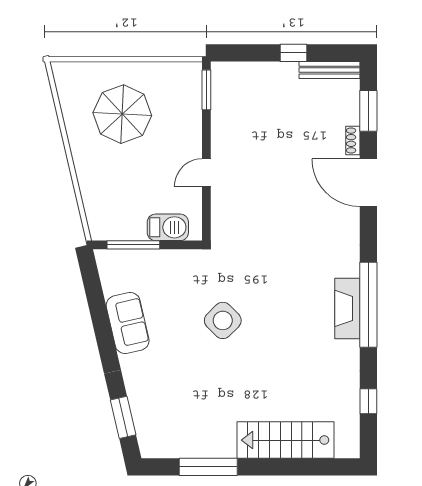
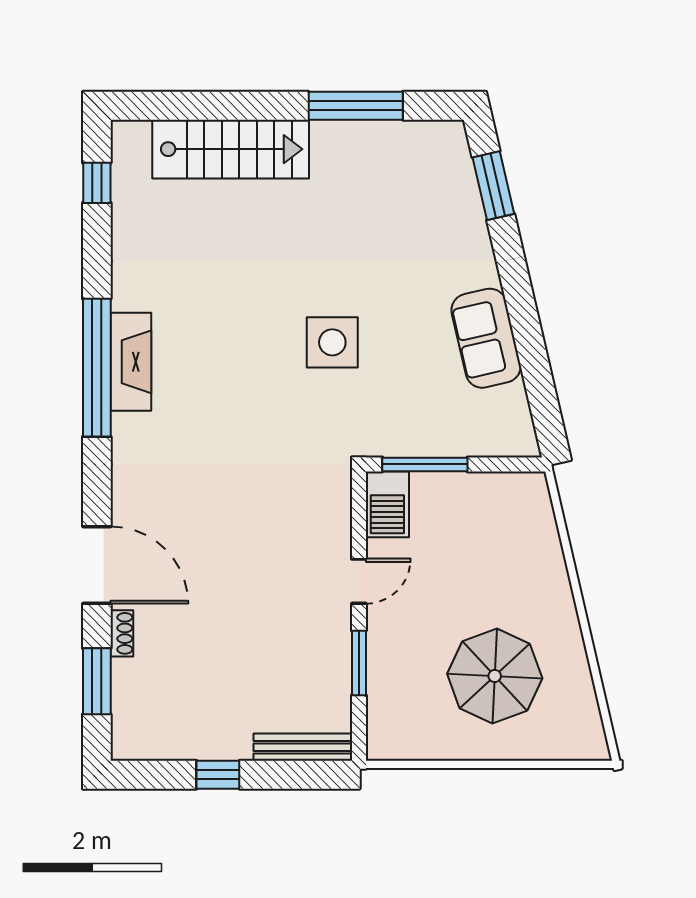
bench: (329, 70) -> (303, 747), moved
window: (206, 90) -> (359, 663), moved
barbecue: (168, 227) -> (387, 504), moved, turned -90
window: (133, 245) -> (425, 464), moved
side table: (223, 320) -> (332, 342), turned 45
window: (368, 401) -> (97, 183), moved

